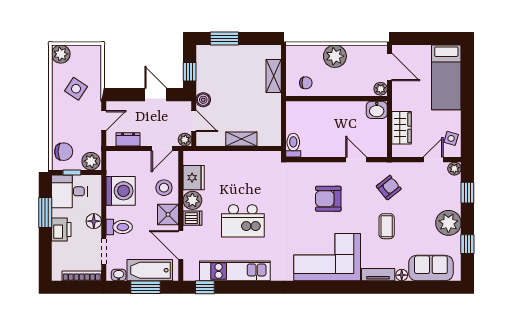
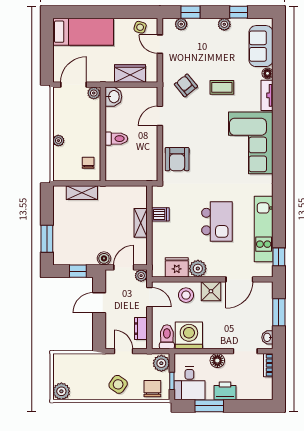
plant: (335, 56) -> (58, 141), width x0.53, depth x0.53
side table: (76, 89) -> (118, 384), moved
toilet: (293, 145) -> (116, 139), moved, turned 180
plant: (454, 169) -> (181, 24), moved
armchair: (328, 199) -> (177, 159), moved
dishwasher: (193, 218) -> (160, 214), moved, turned 90
plant: (448, 223) -> (224, 24), width x0.53, depth x0.53
toilet: (119, 227) -> (167, 337), moved
bathtub: (150, 270) -> (263, 308), removed
bookcase: (82, 276) -> (268, 365), width x0.64

